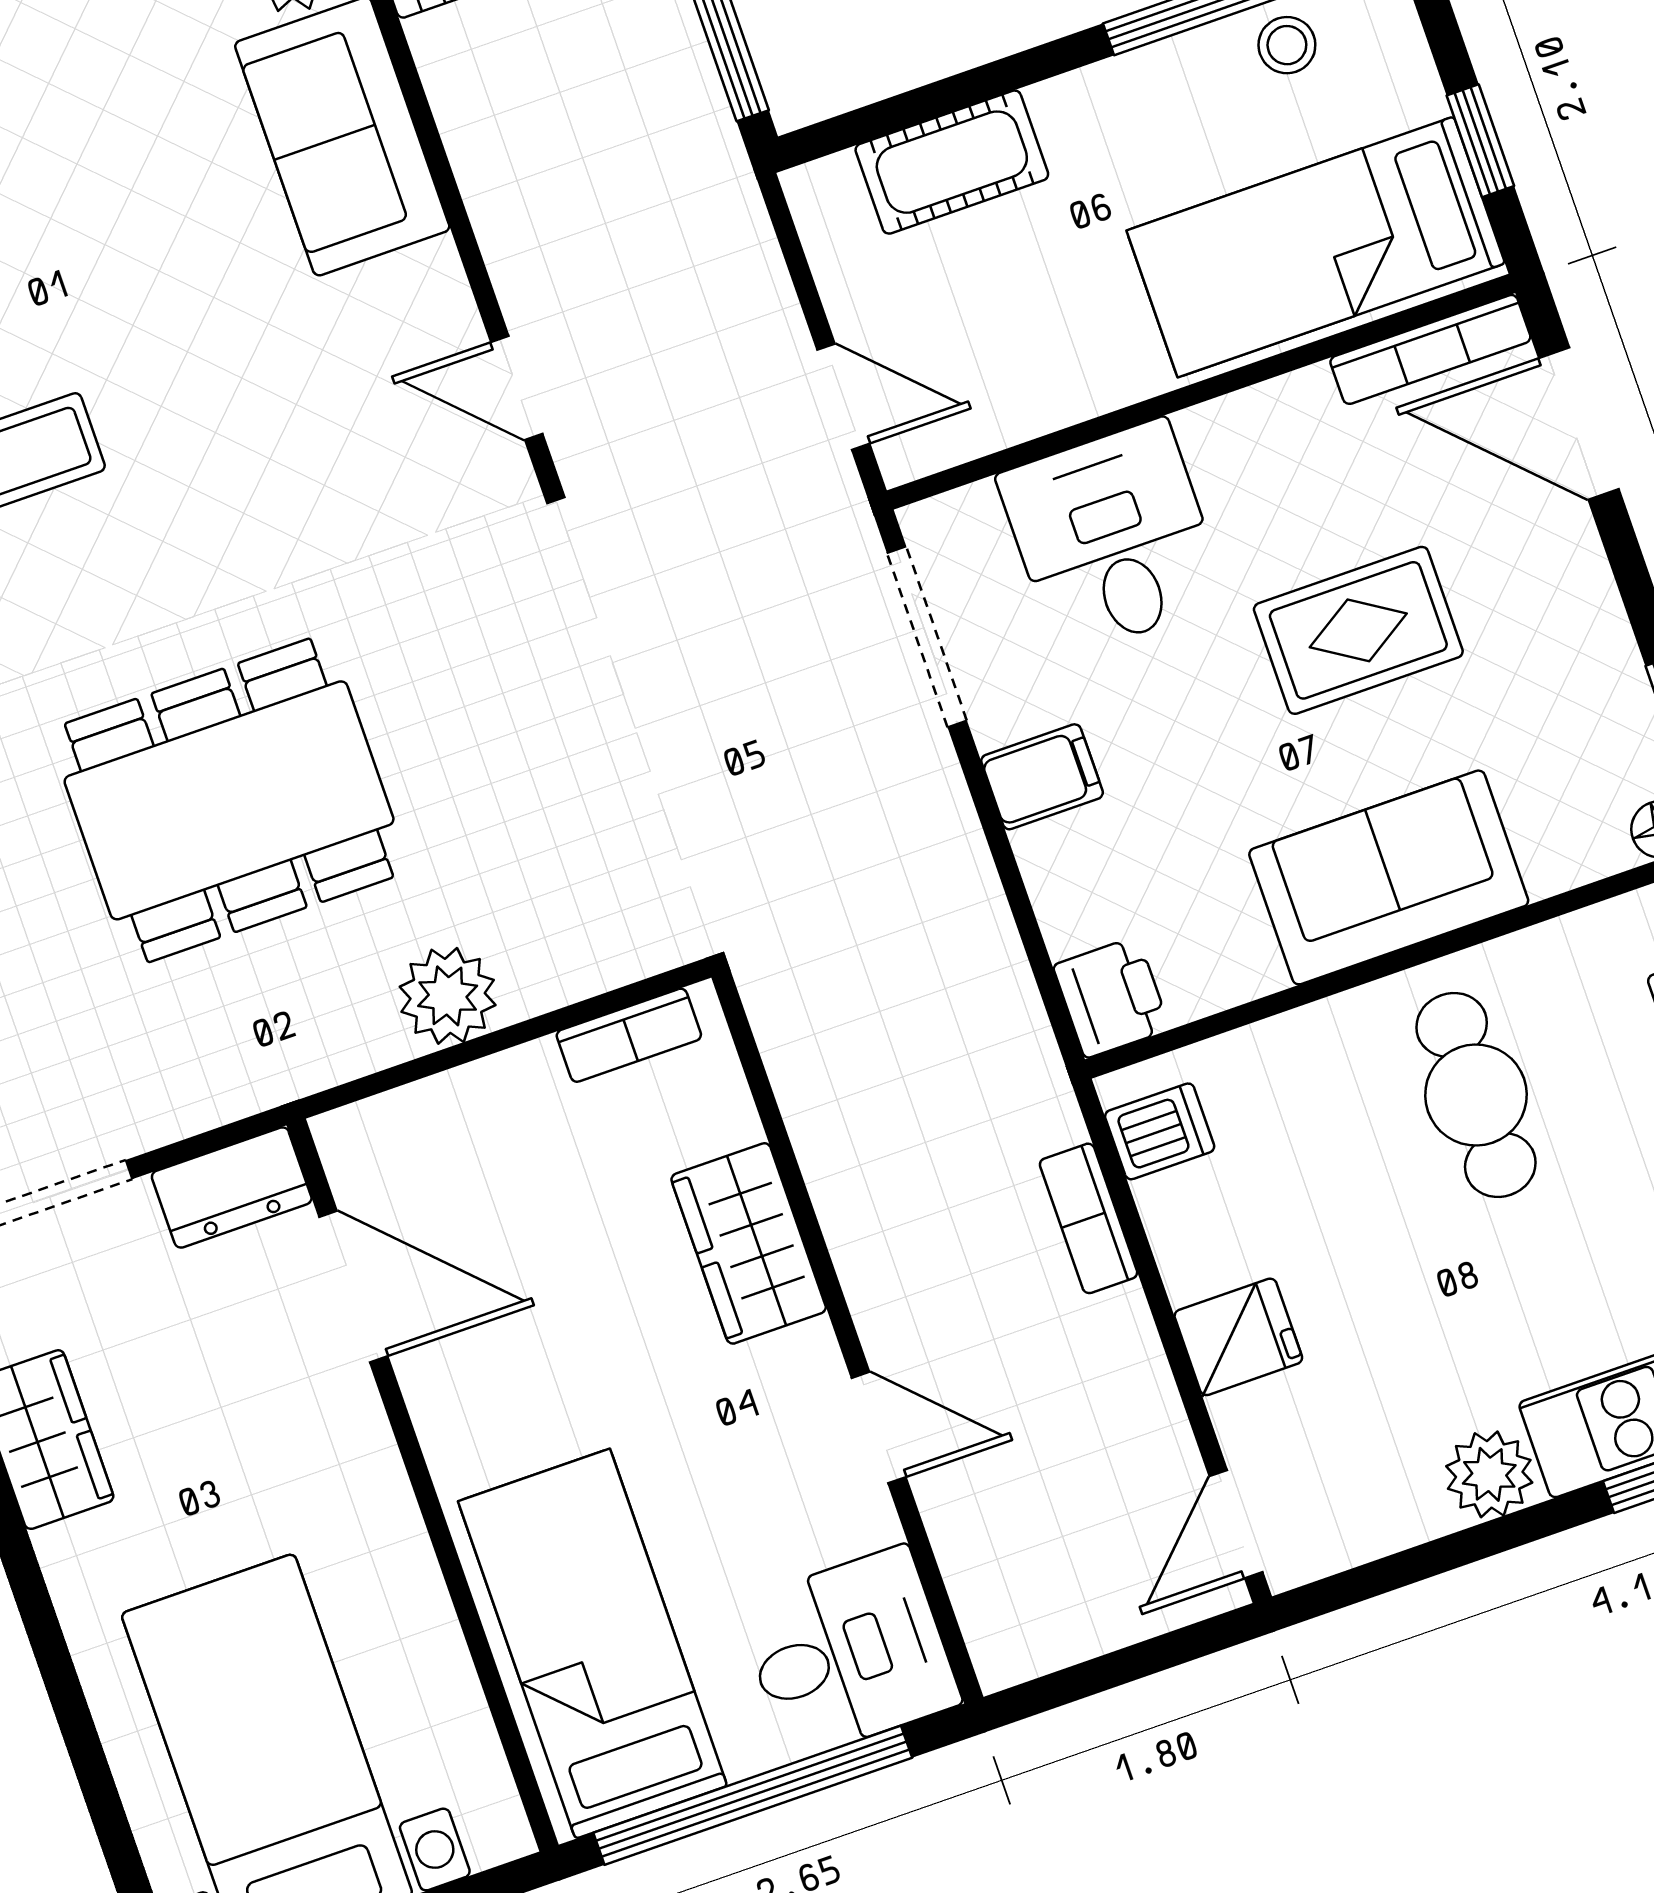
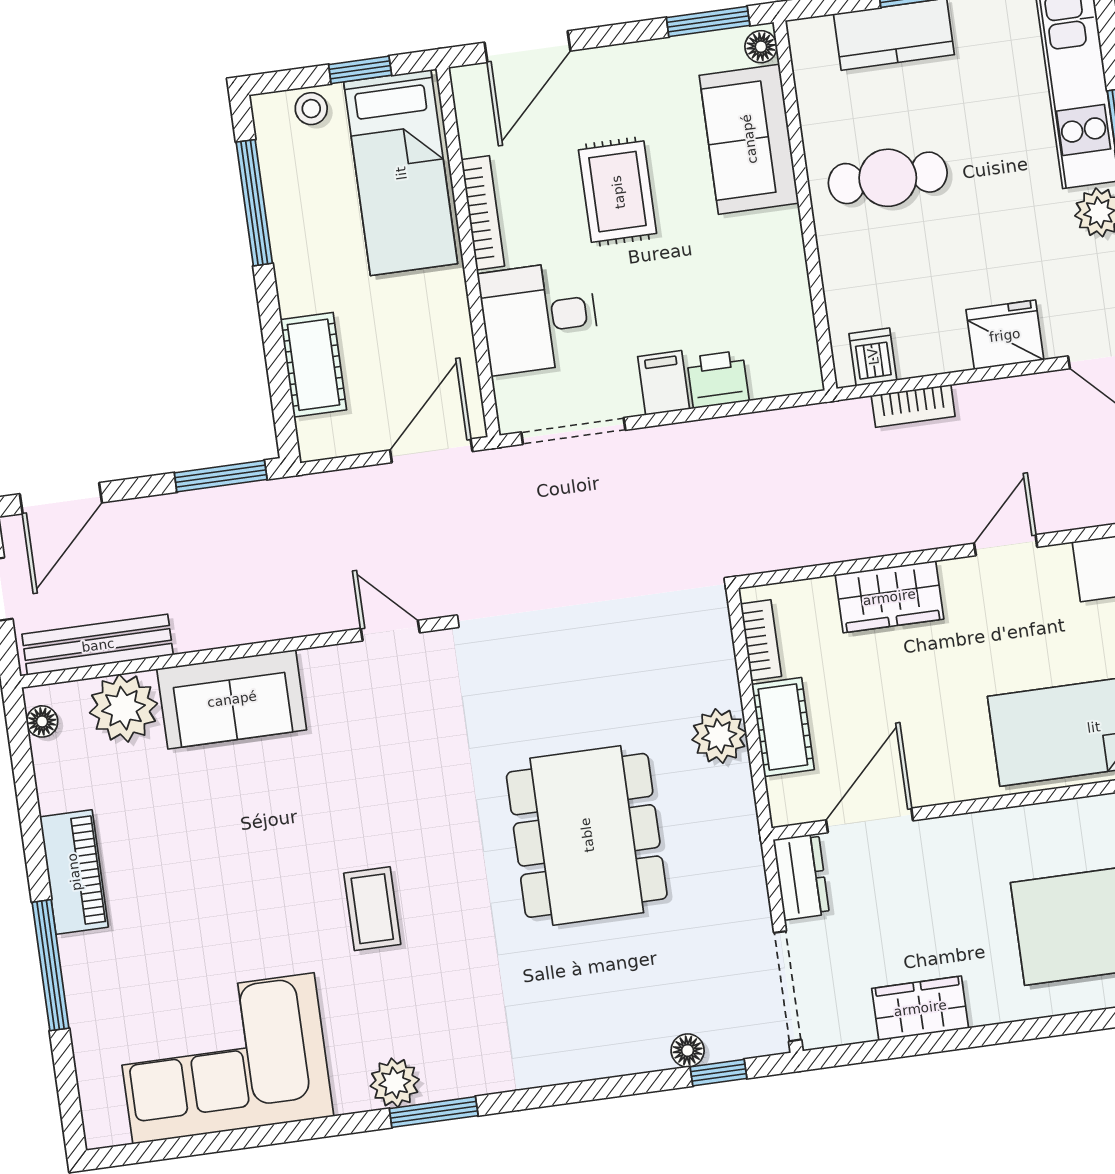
stool: (1287, 45) -> (311, 109), moved
bookcase: (1430, 349) -> (483, 213), moved
door: (517, 388) -> (390, 631), swing flipped
door: (843, 397) -> (431, 451), width x1.38
sofa: (1389, 877) -> (749, 139), moved
printer: (1111, 997) -> (718, 379), moved
cot: (486, 1104) -> (783, 727), added
fridge: (1238, 1337) -> (1005, 335), width x1.38

